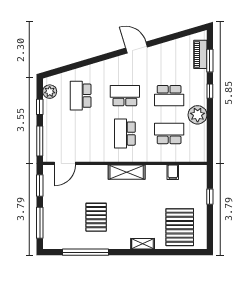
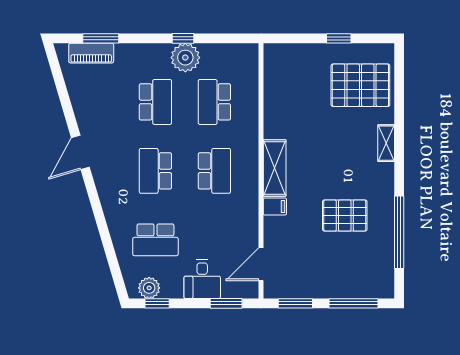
window: (210, 91) -> (183, 38), moved
window: (40, 107) -> (157, 303), moved
desk: (55, 126) -> (202, 279), added
school desk: (125, 134) -> (214, 171), turned -90
window: (40, 141) -> (226, 303), width x0.69
door: (65, 163) -> (261, 264), swing flipped
filing cabinet: (173, 172) -> (275, 206), moved
window: (210, 197) -> (339, 38), moved

